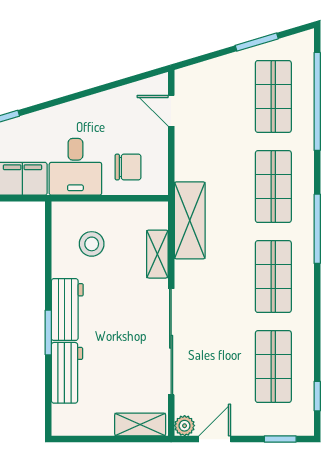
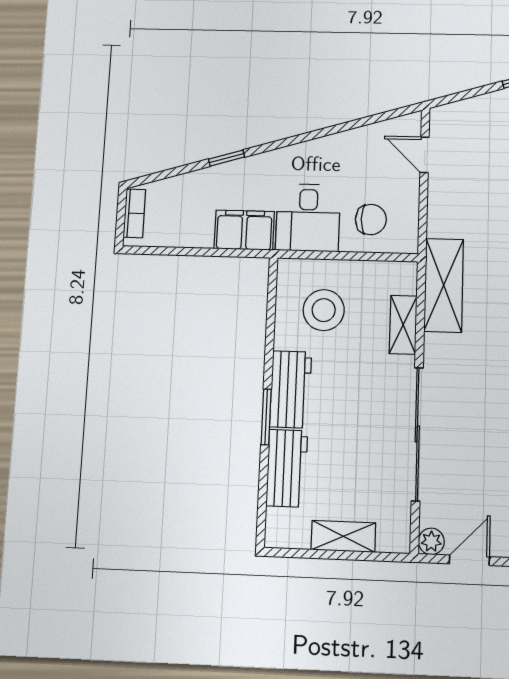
stool: (92, 244) -> (324, 310), width x1.38, depth x1.38
shelving: (140, 424) -> (343, 536), moved

